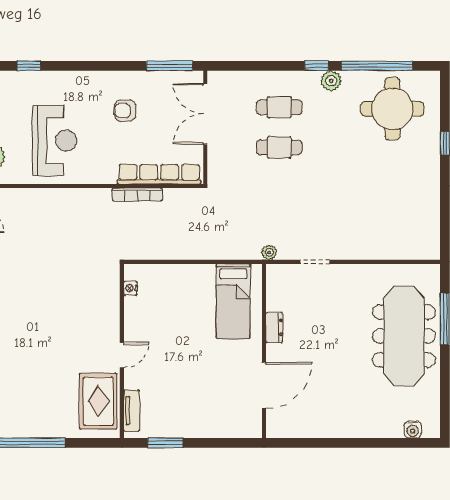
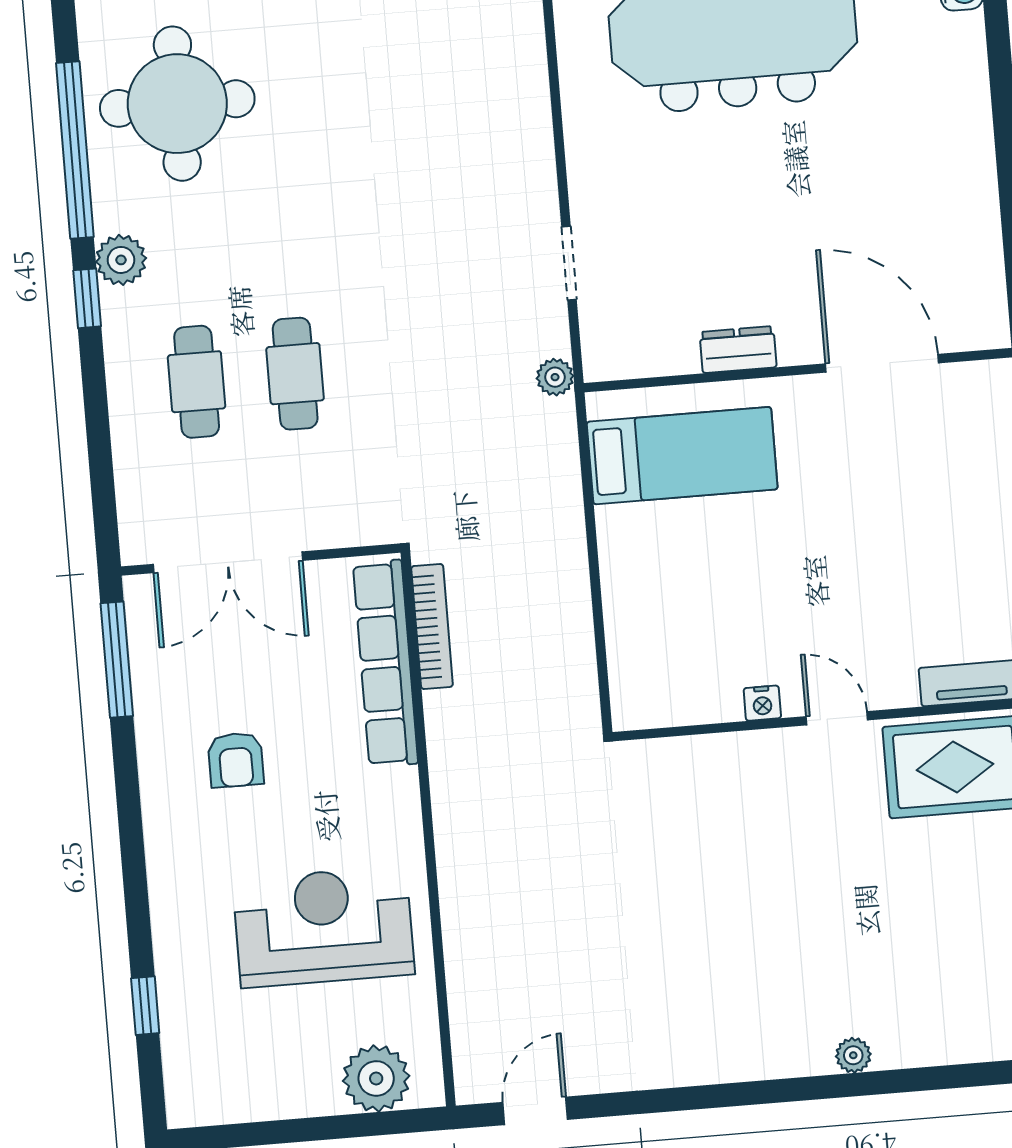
bookcase: (137, 194) -> (432, 626), moved
nightstand: (131, 288) -> (762, 703), moved

